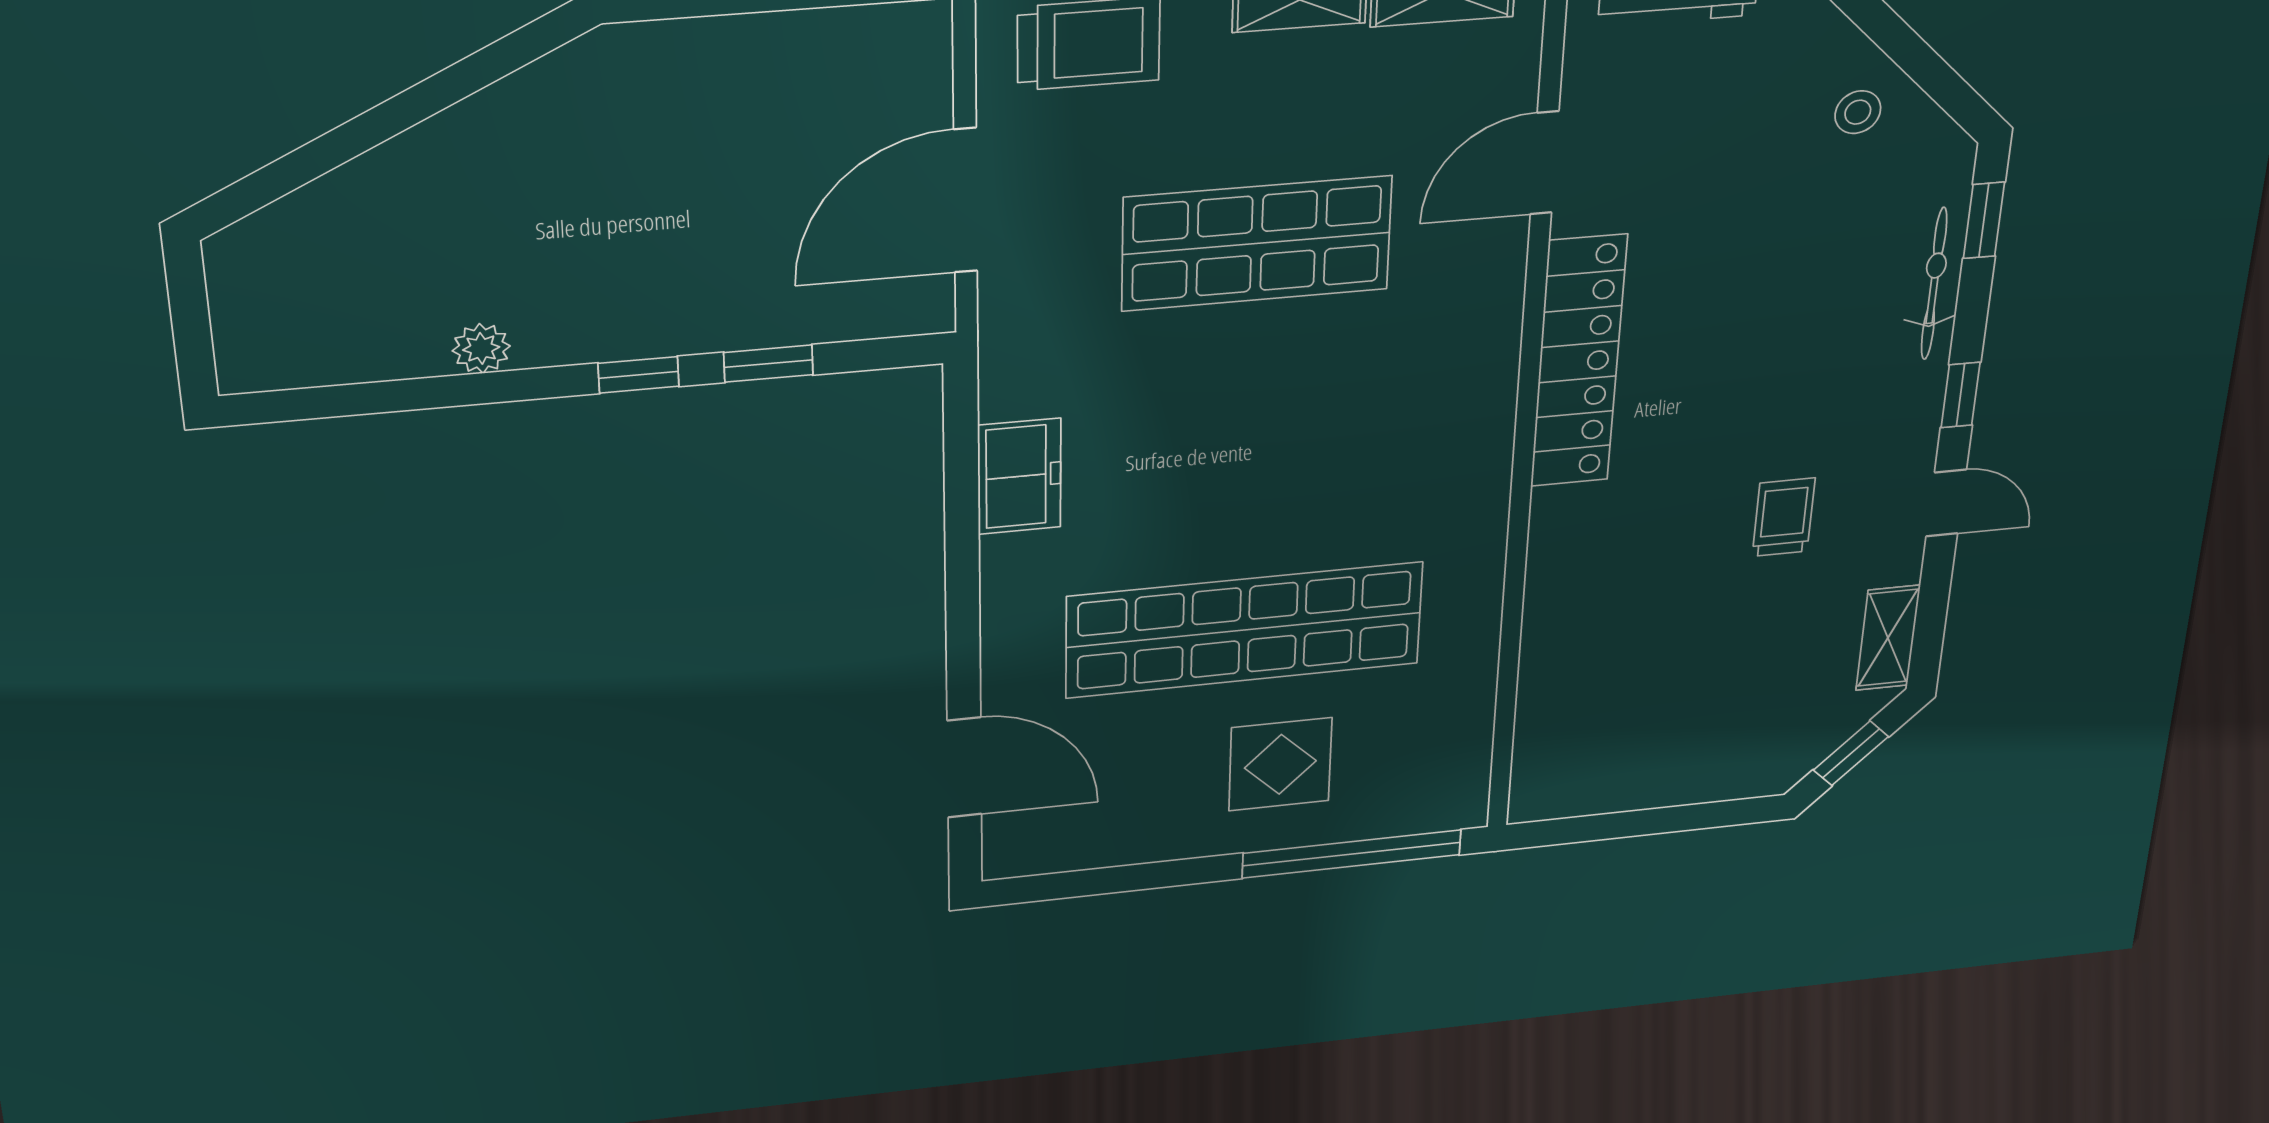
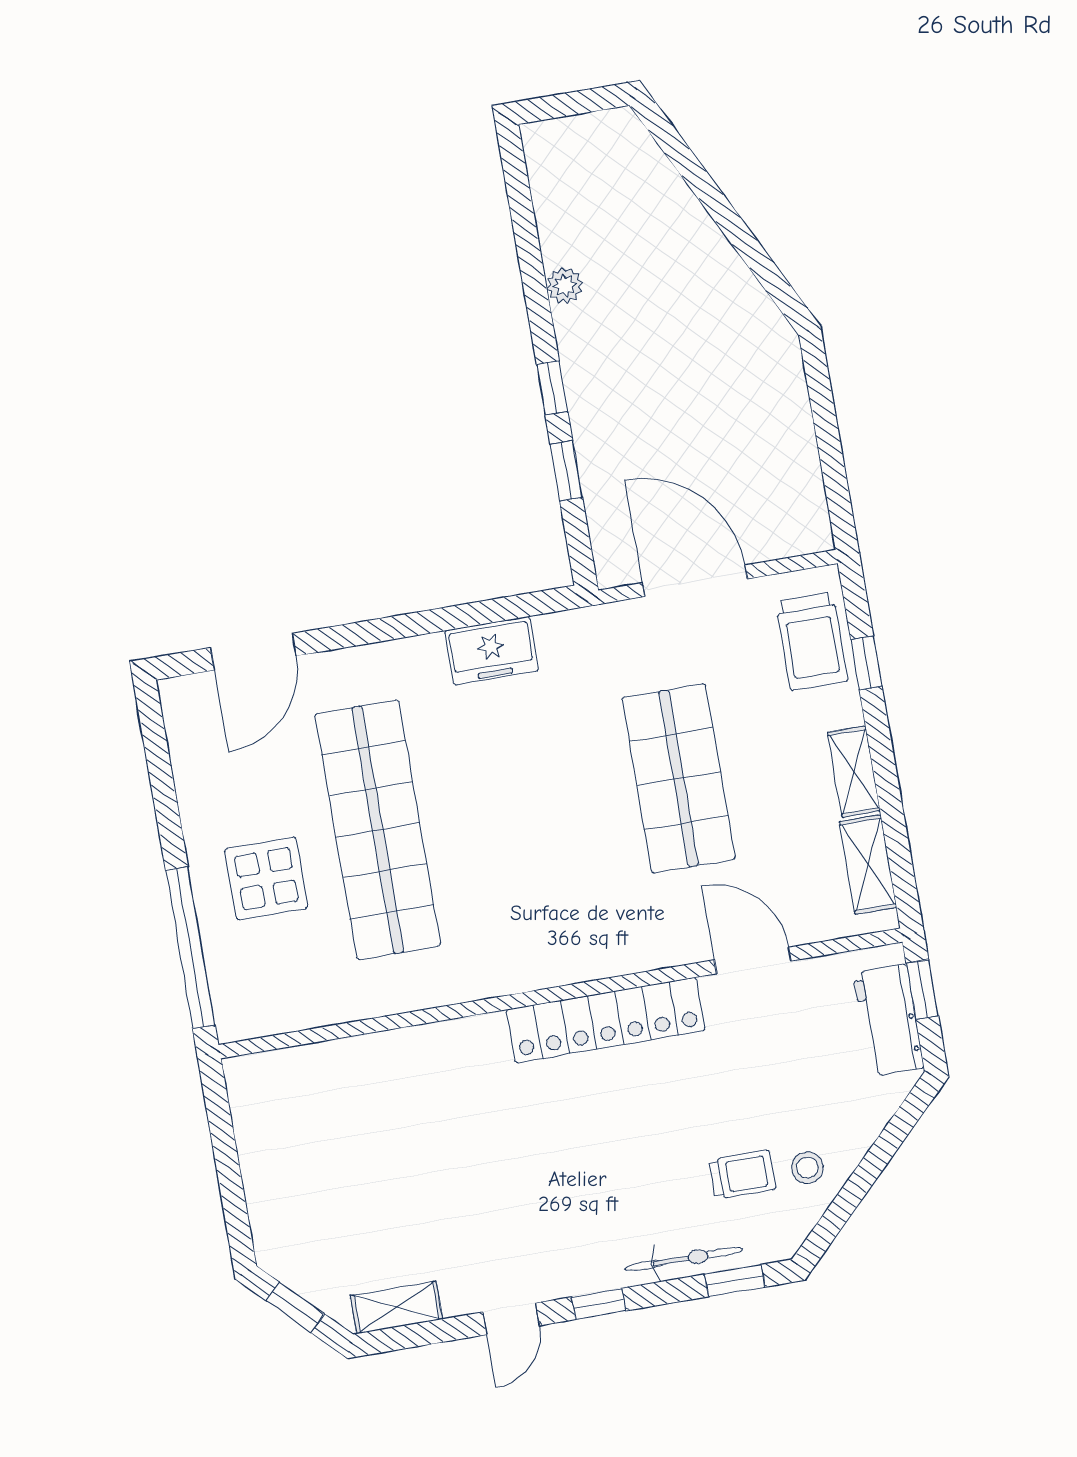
trolley: (1784, 517) -> (742, 1175), moved

